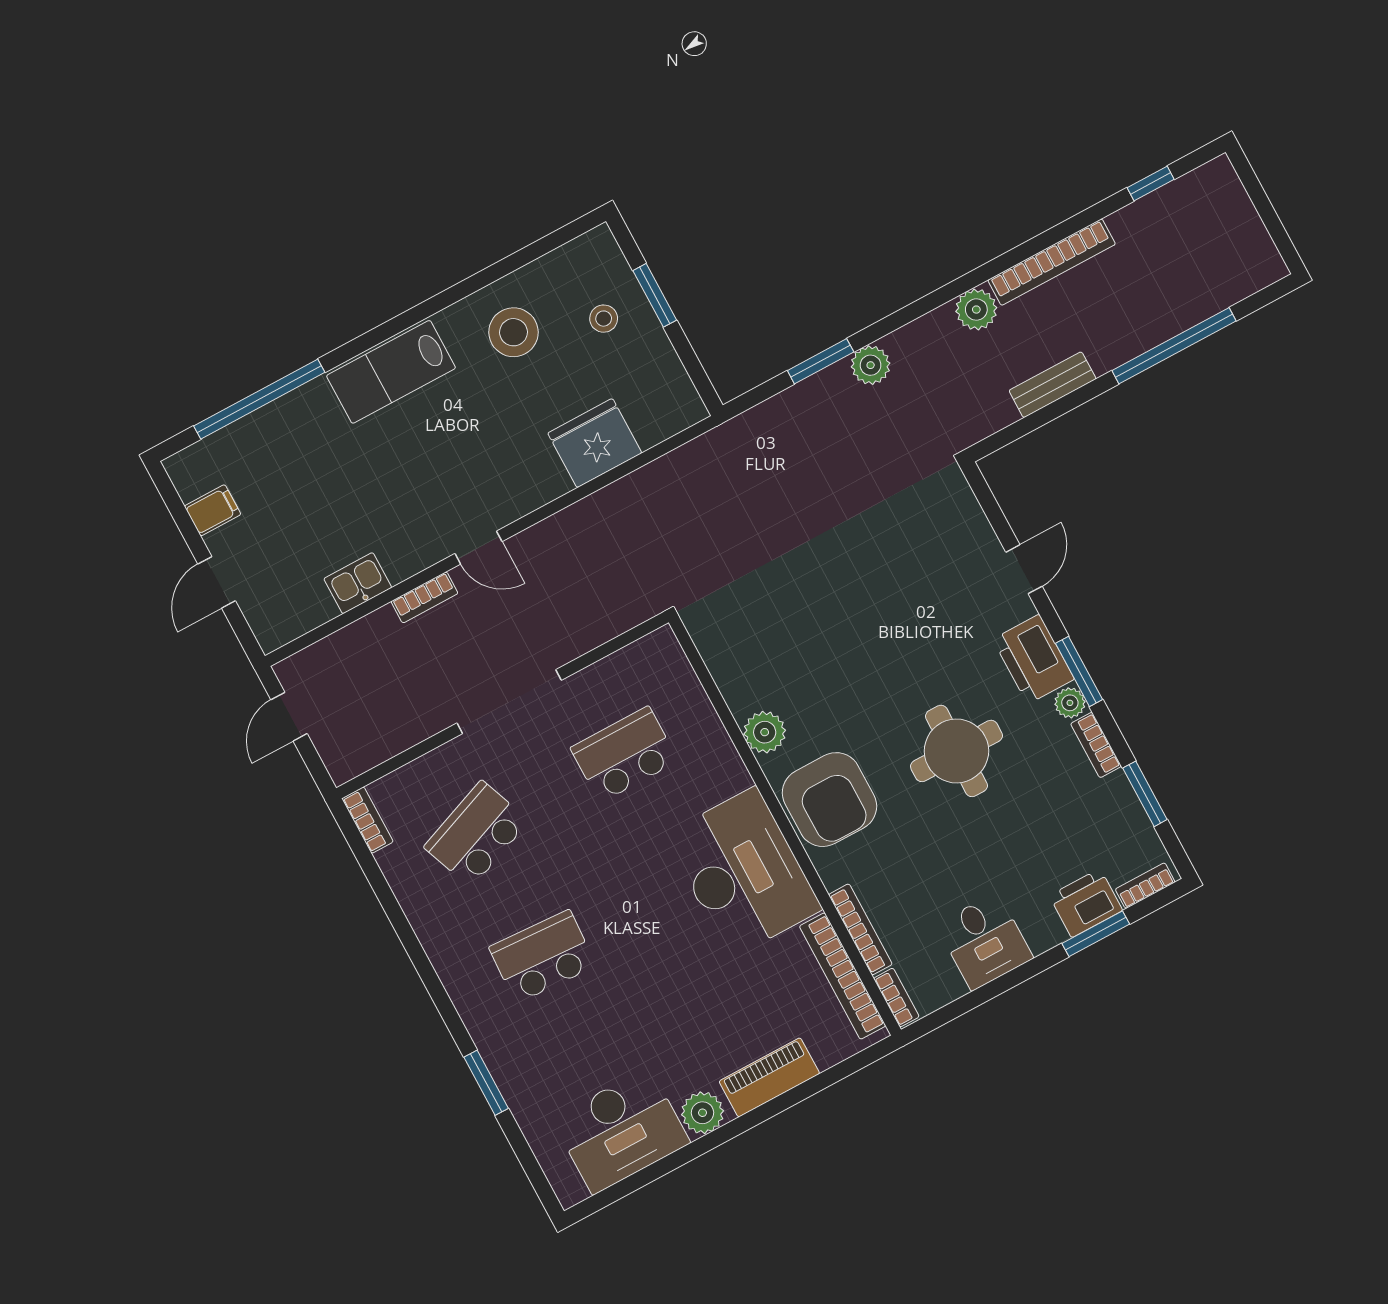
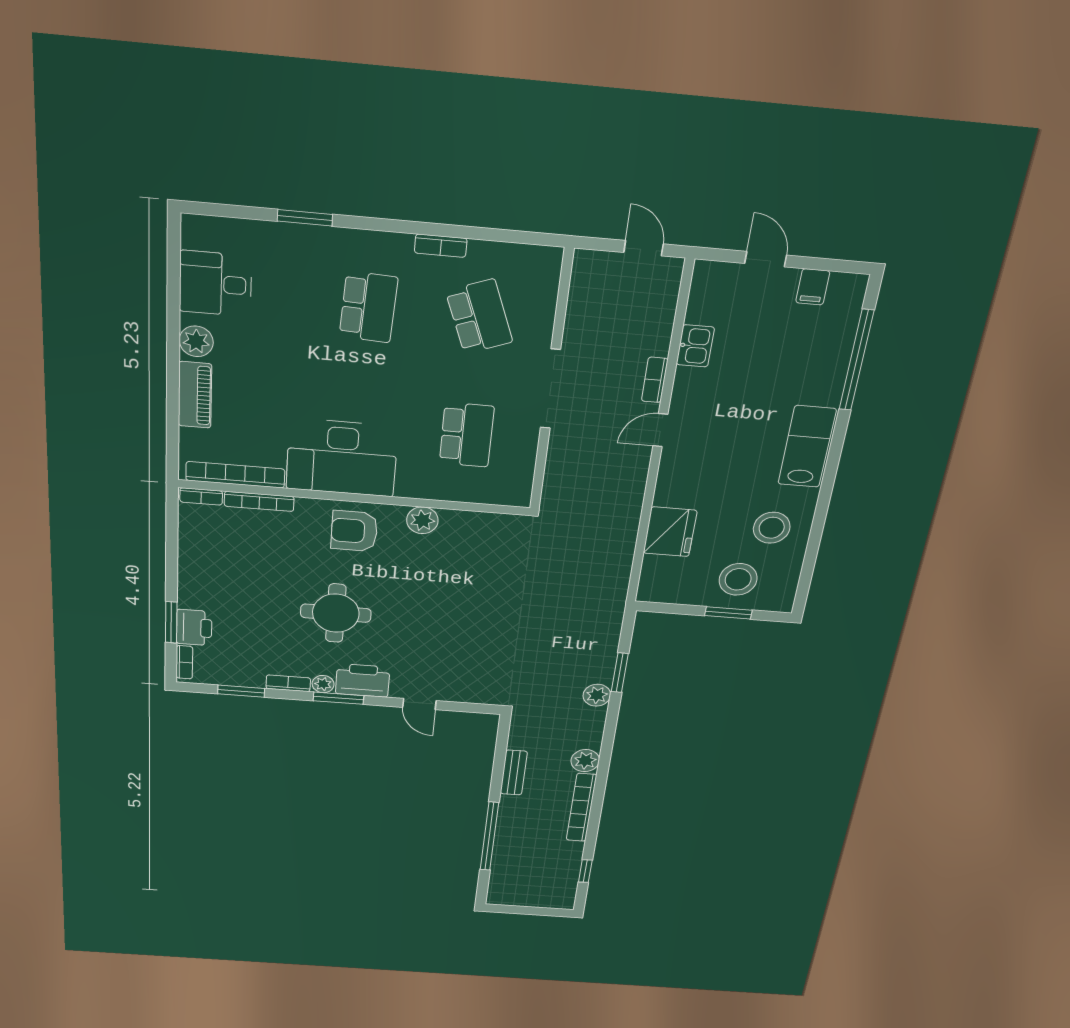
stool: (604, 319) -> (738, 579), width x1.89, depth x1.89
armchair: (829, 800) -> (354, 531), width x0.73, depth x0.73
bookcase: (367, 820) -> (441, 246), moved
desk: (985, 941) -> (206, 563), removed
desk: (621, 1131) -> (216, 284), width x0.73

